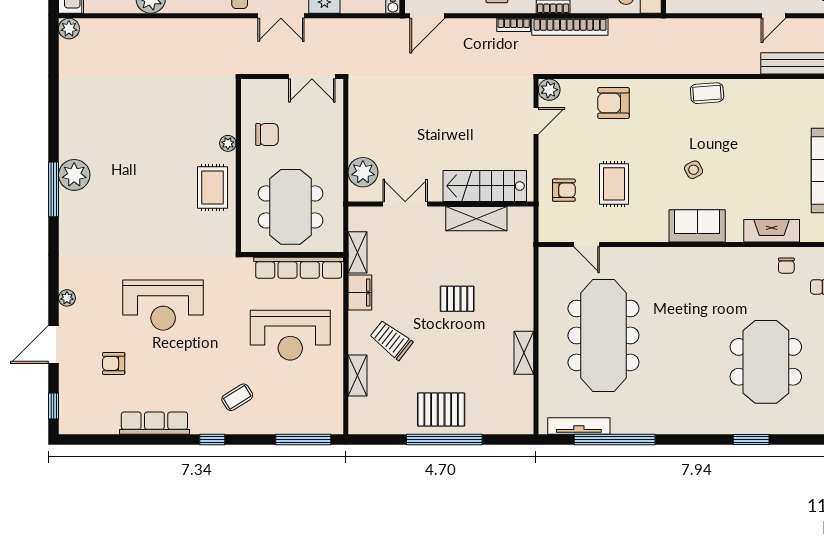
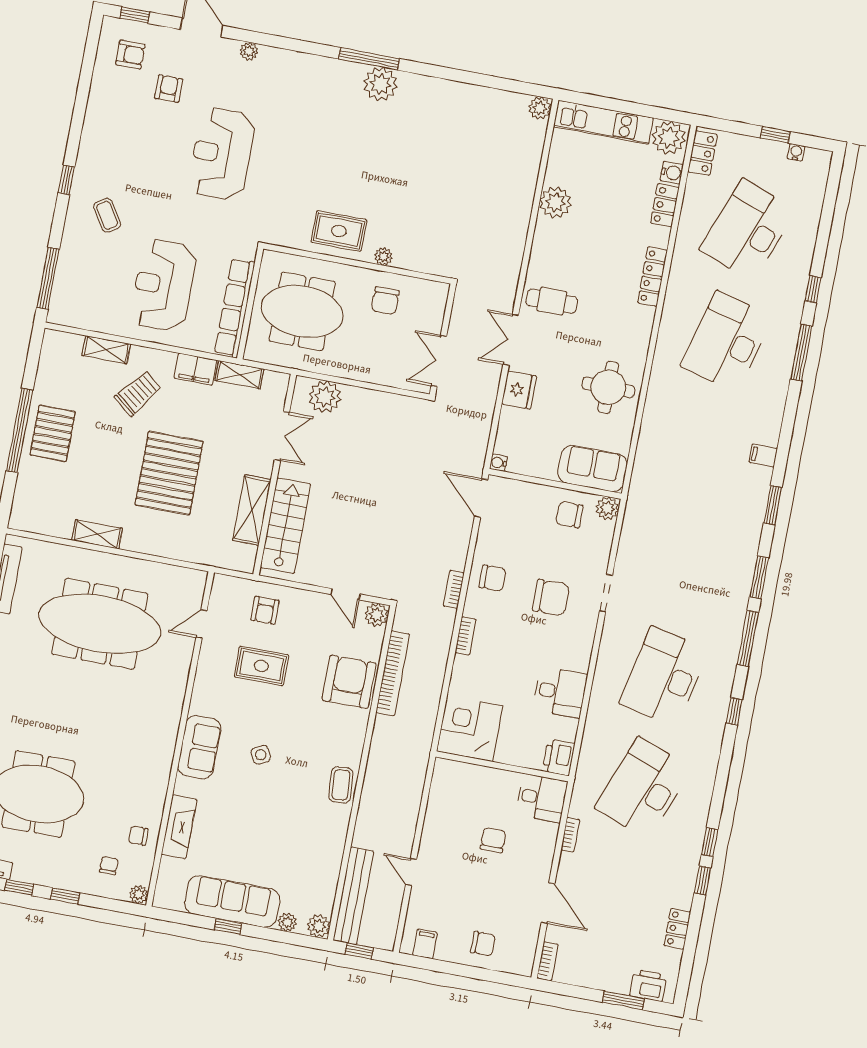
bookcase: (570, 27) -> (393, 673), moved, turned 180
armchair: (613, 103) -> (349, 682), width x1.36, depth x1.36
pallet: (457, 299) -> (169, 473), width x2.05, depth x2.00
armchair: (90, 403) -> (130, 54), added
row of seats: (154, 423) -> (96, 121), removed

